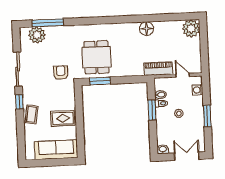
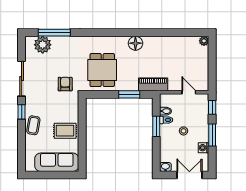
plant: (191, 28) -> (204, 41), width x0.53, depth x0.53
floor lamp: (146, 29) -> (135, 43), moved
piano: (158, 69) -> (153, 84), moved
window: (100, 81) -> (129, 94), moved
window: (206, 89) -> (212, 107), added
washing machine: (198, 90) -> (204, 148), moved

